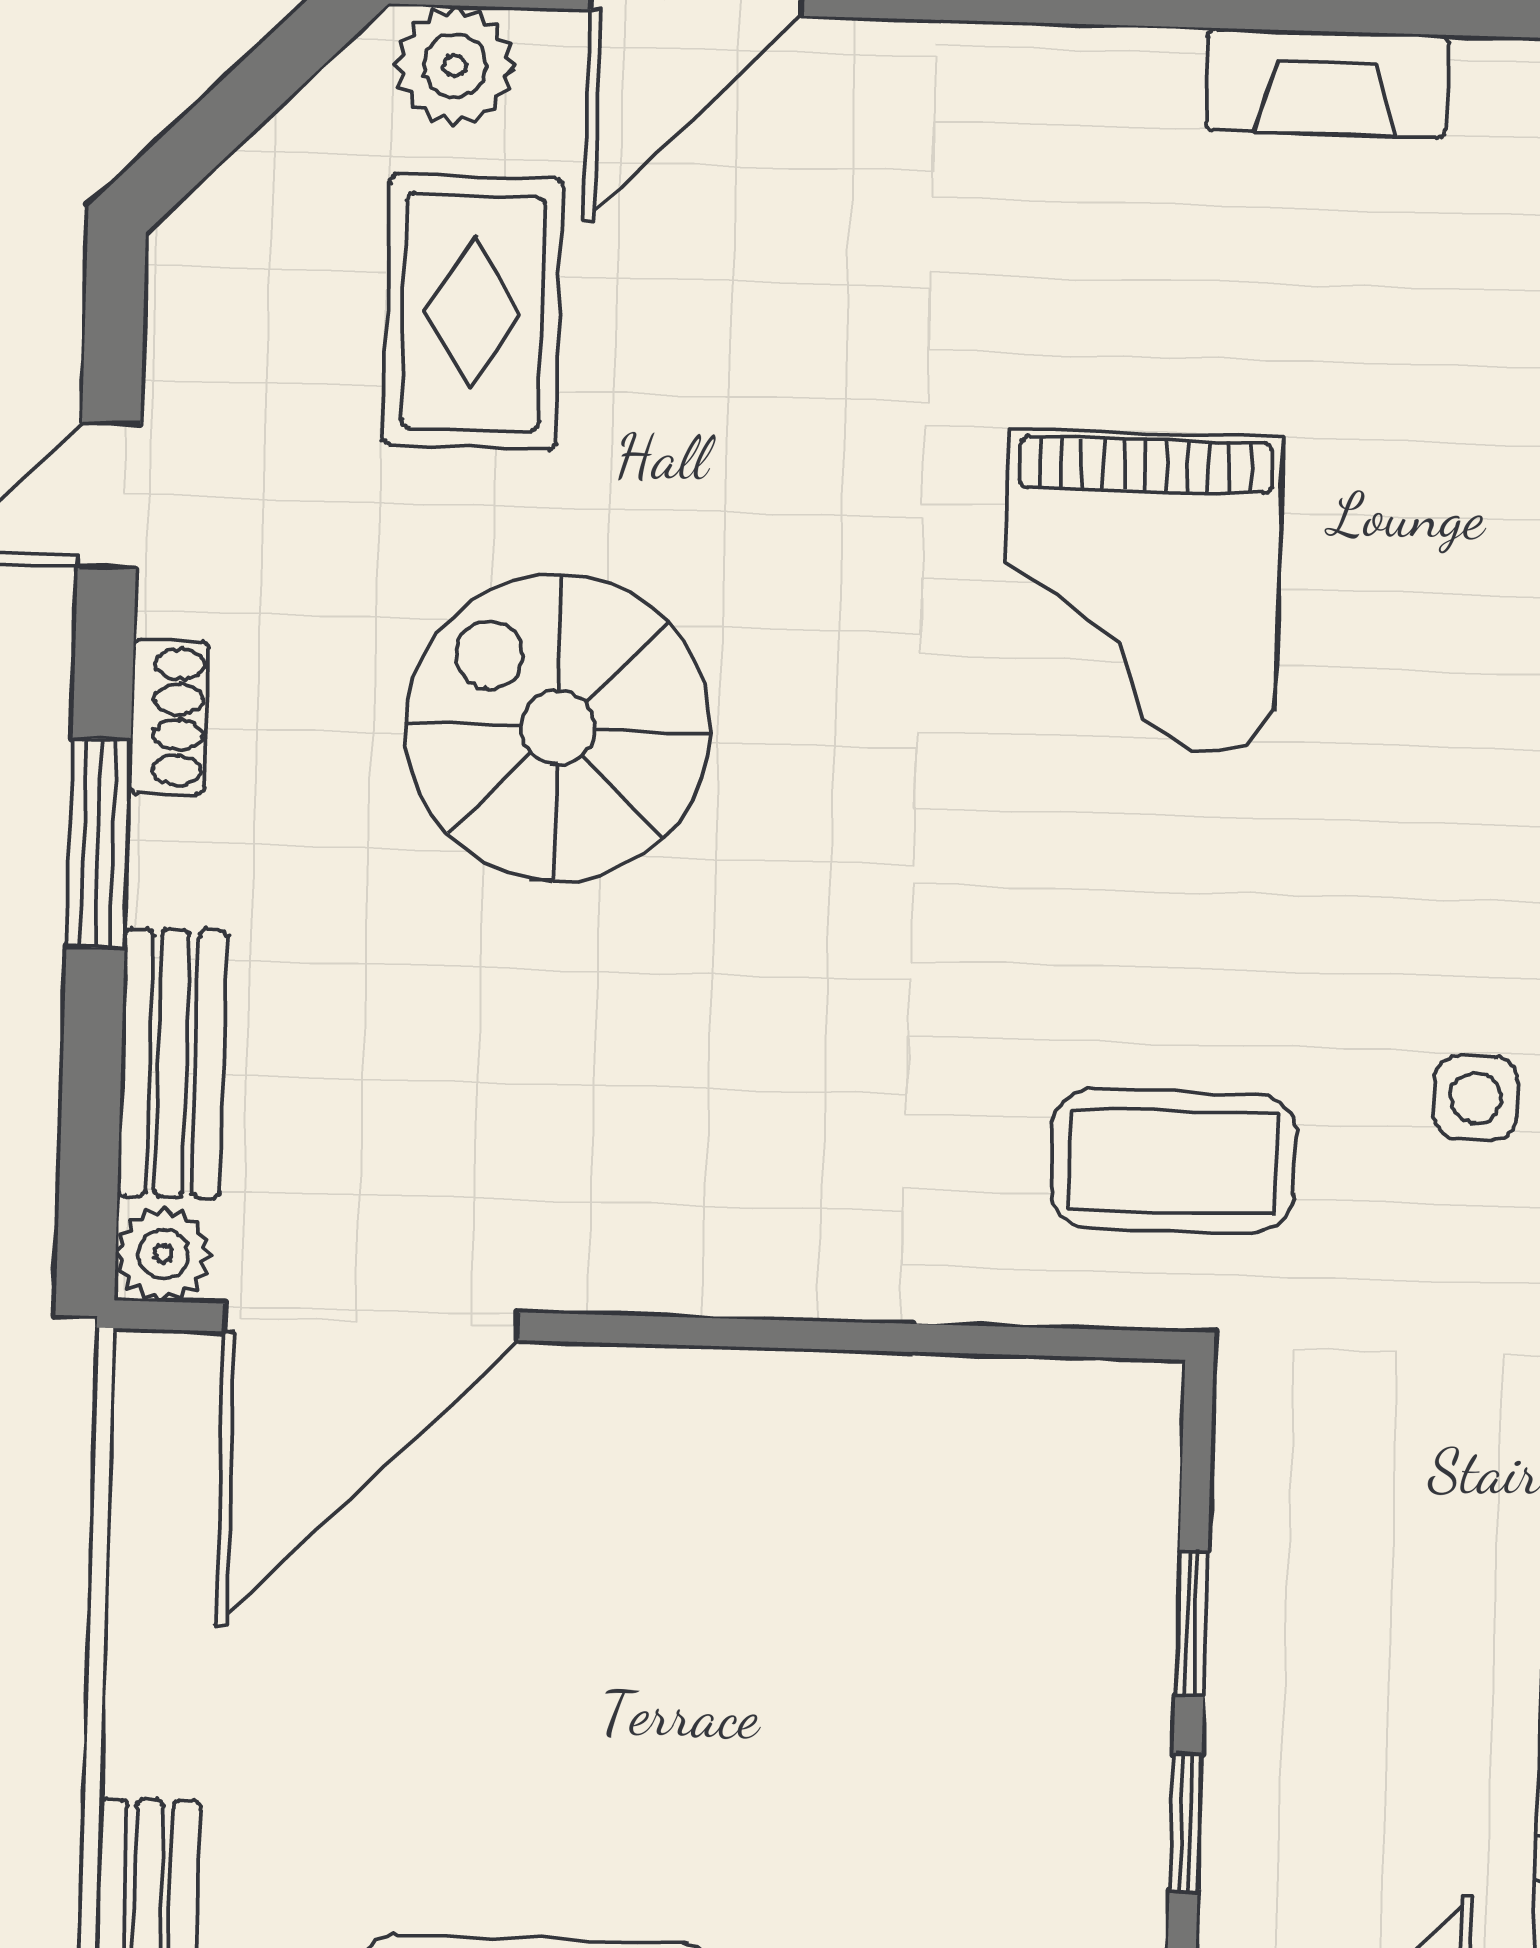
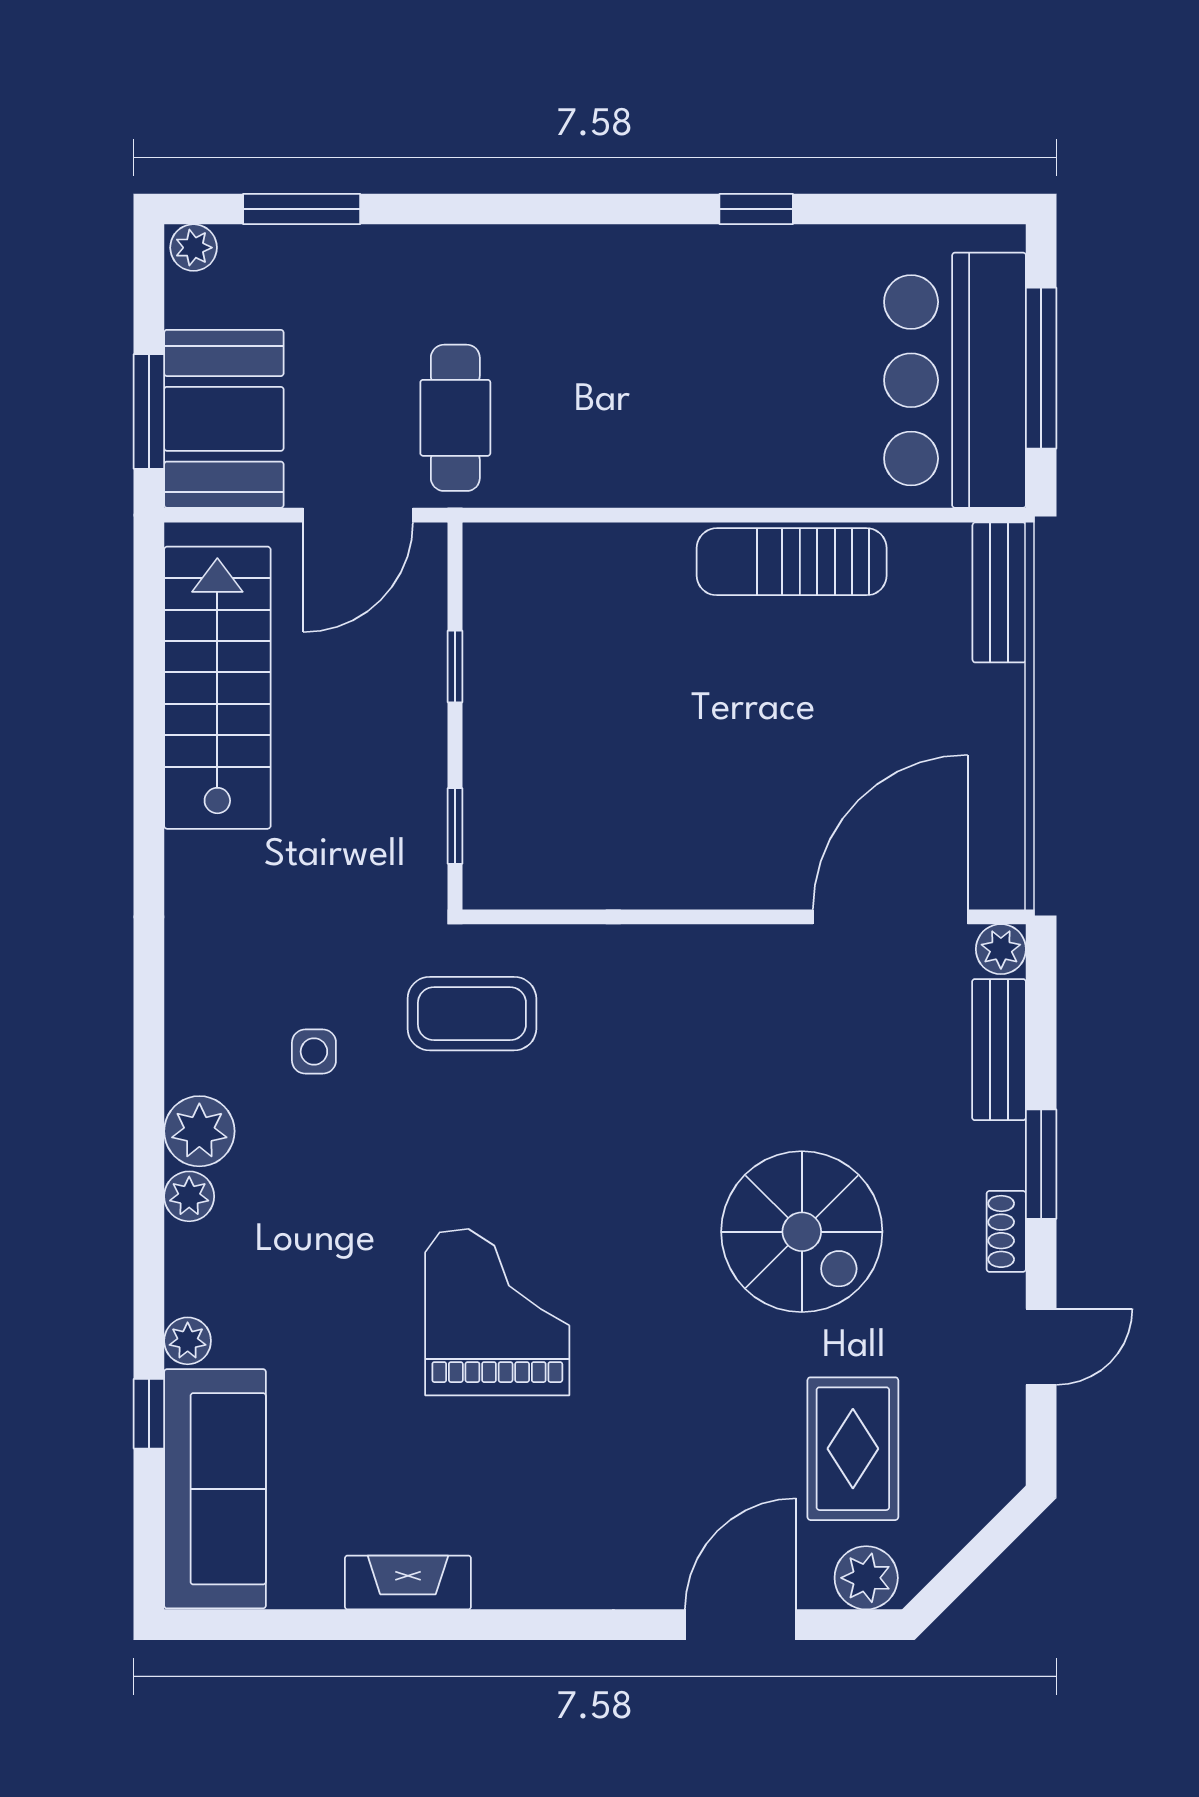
window: (1191, 1624) -> (455, 826), moved

